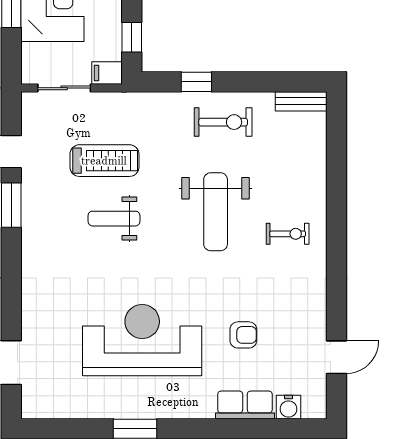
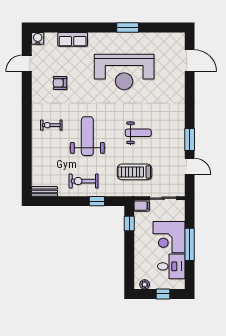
treadmill: (104, 161) -> (135, 172), moved
armchair: (243, 335) -> (60, 83), moved
water cooler: (288, 407) -> (38, 38), moved

